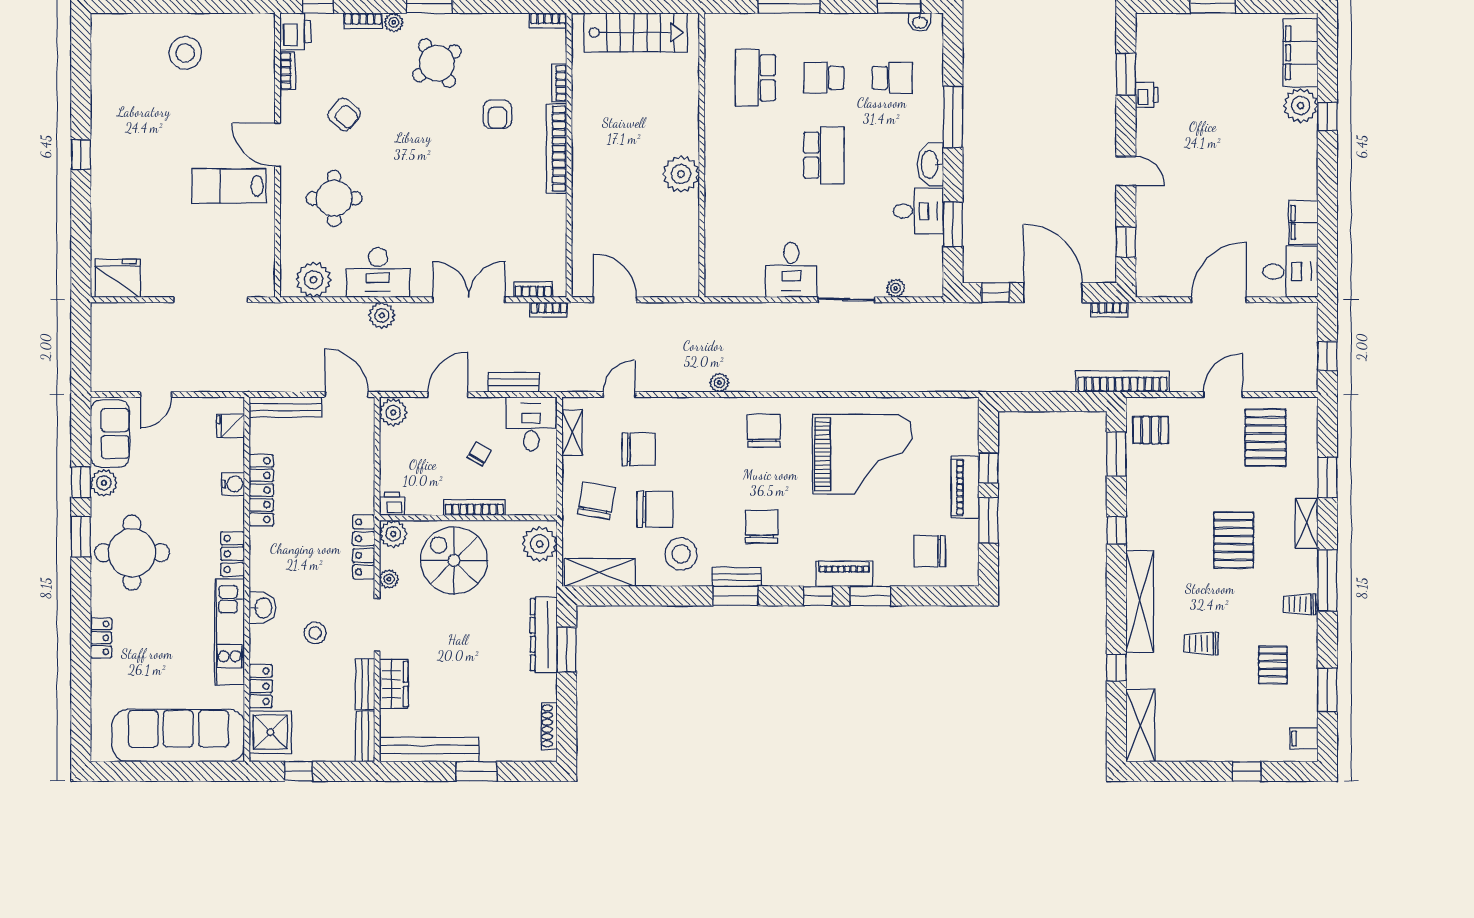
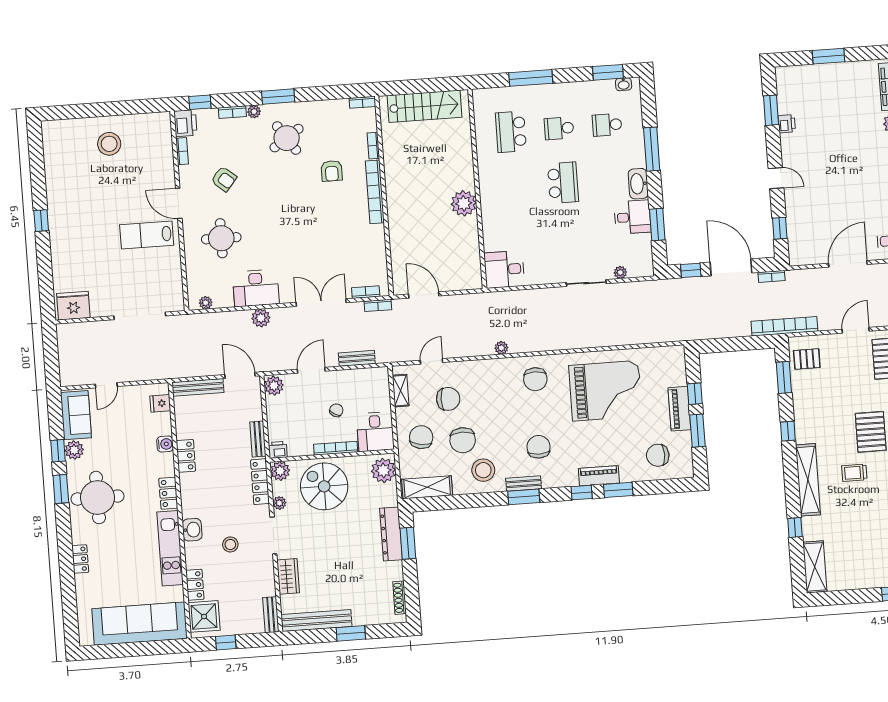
school desk: (892, 78) -> (607, 125), turned 180
desk: (791, 270) -> (504, 269), moved, turned 90
plant: (313, 280) -> (206, 303), width x0.53, depth x0.53
desk: (531, 424) -> (375, 432), moved, turned 180
chair: (764, 431) -> (535, 379), turned 180
locker: (261, 490) -> (186, 456), width x0.66
chair: (655, 509) -> (463, 440), turned 90
trolley: (1201, 643) -> (854, 473), moved
bench: (365, 684) -> (258, 439), moved

